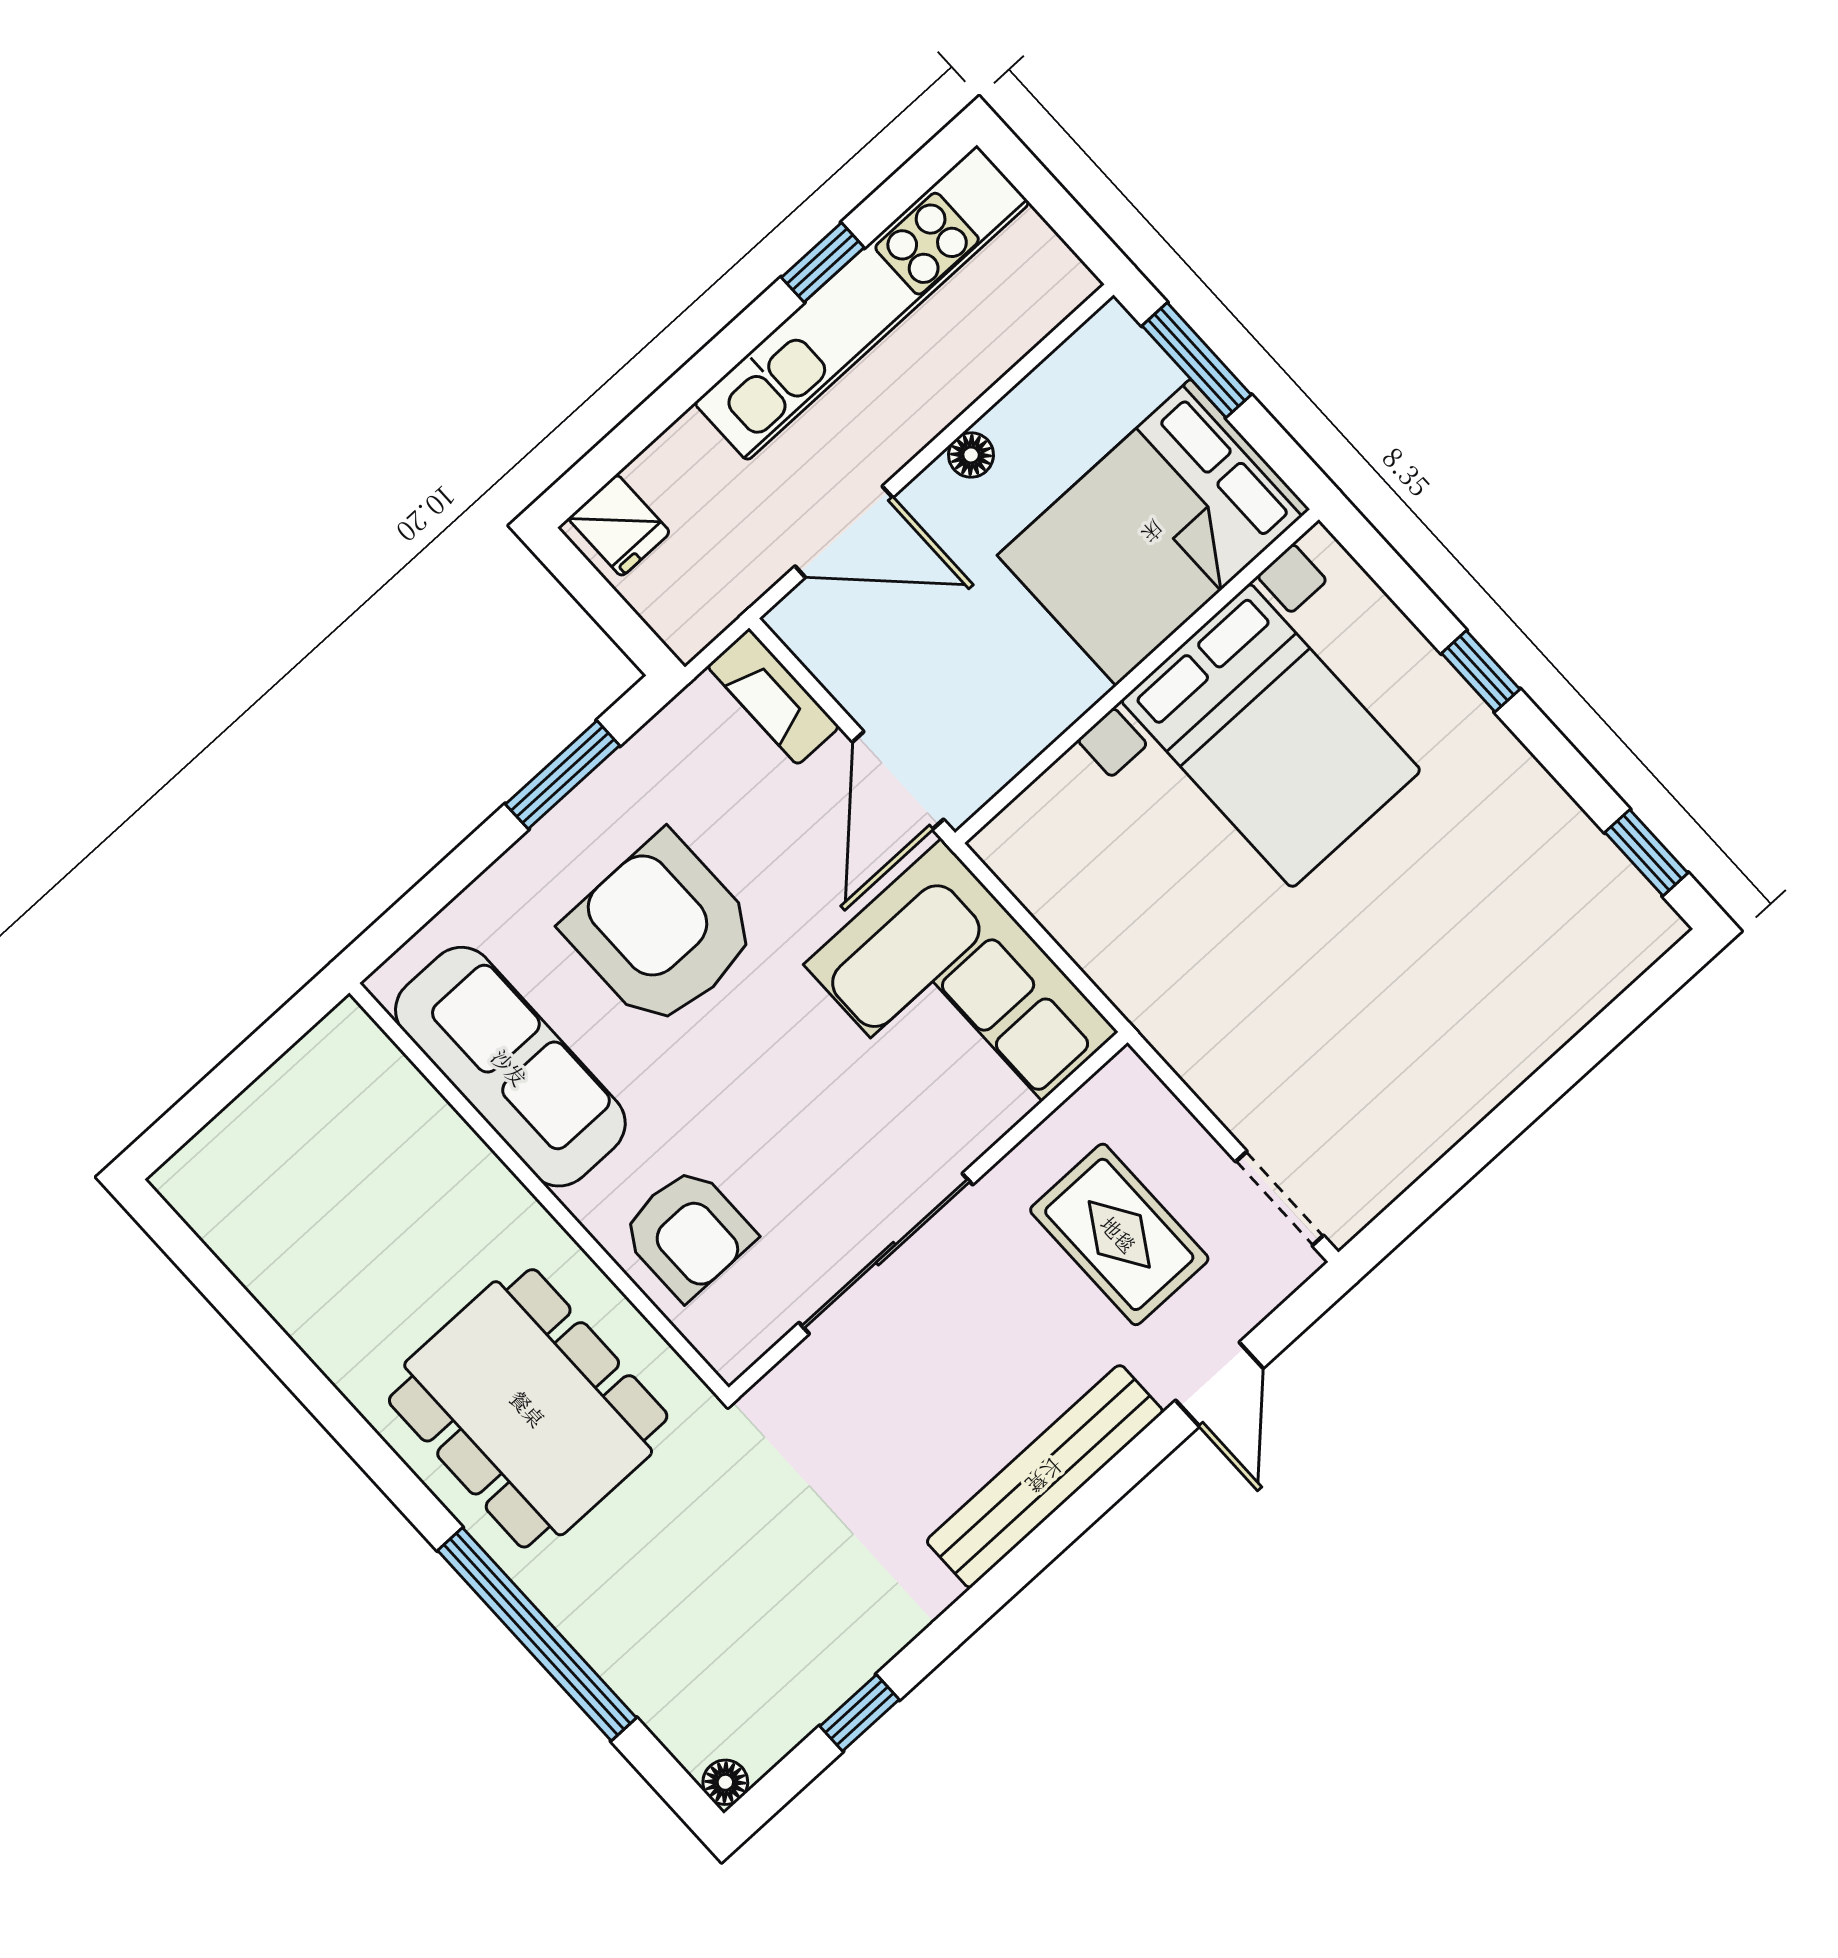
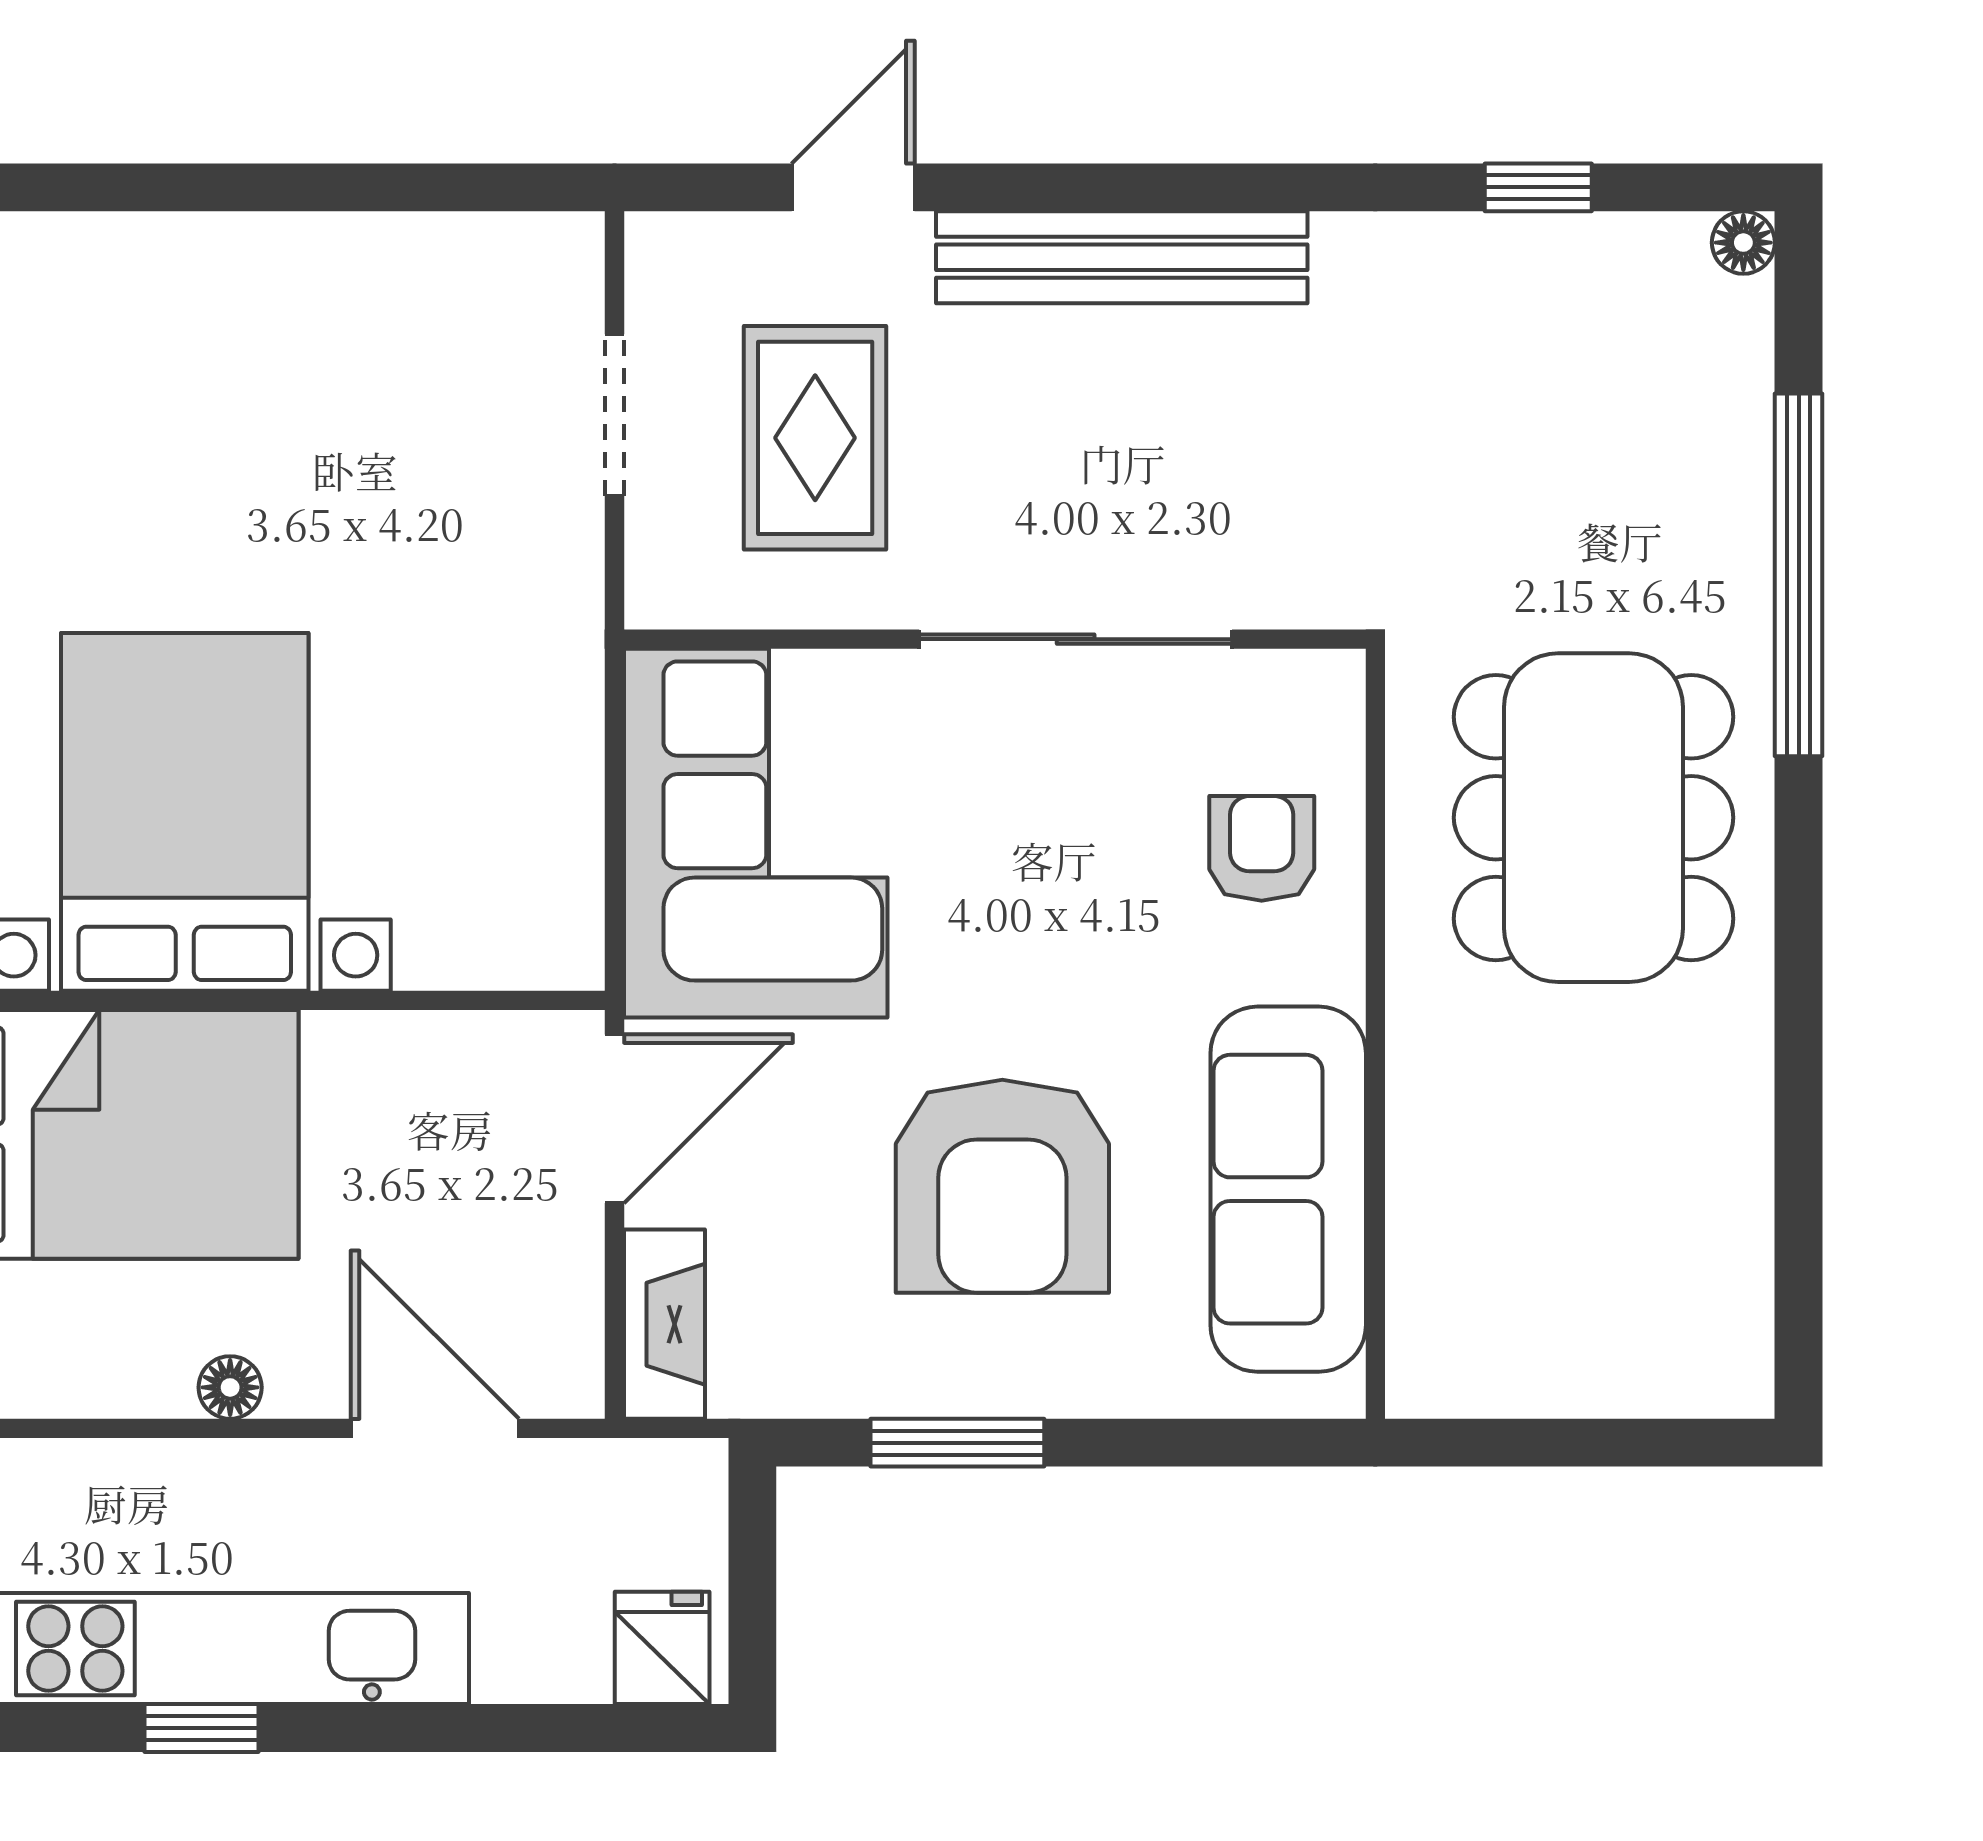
doorway: (1280, 1199) -> (615, 415), moved
armchair: (688, 1233) -> (1262, 848), width x0.72, depth x0.72

